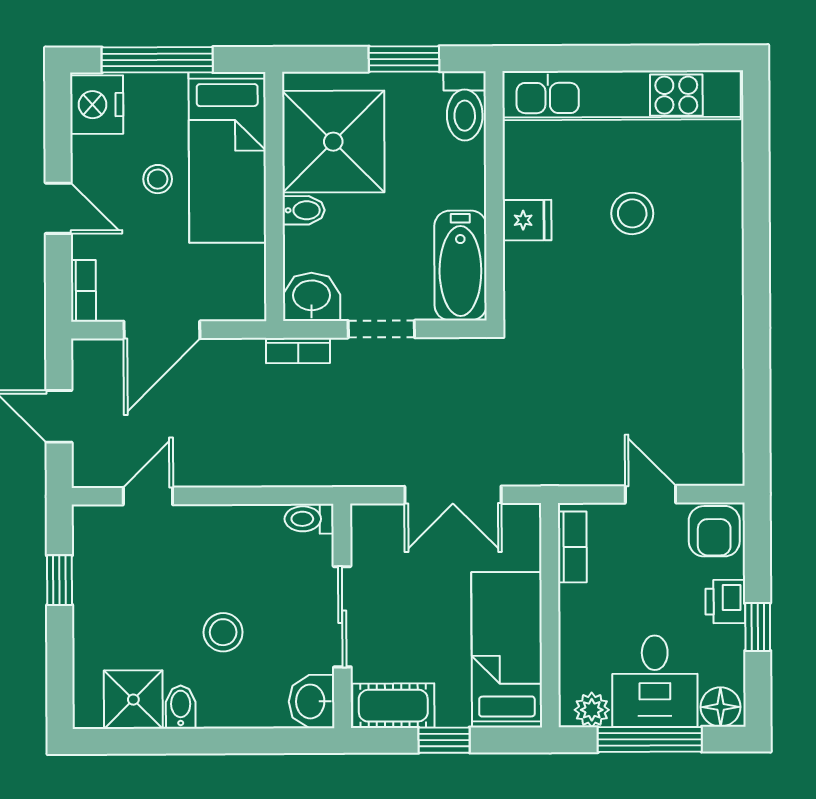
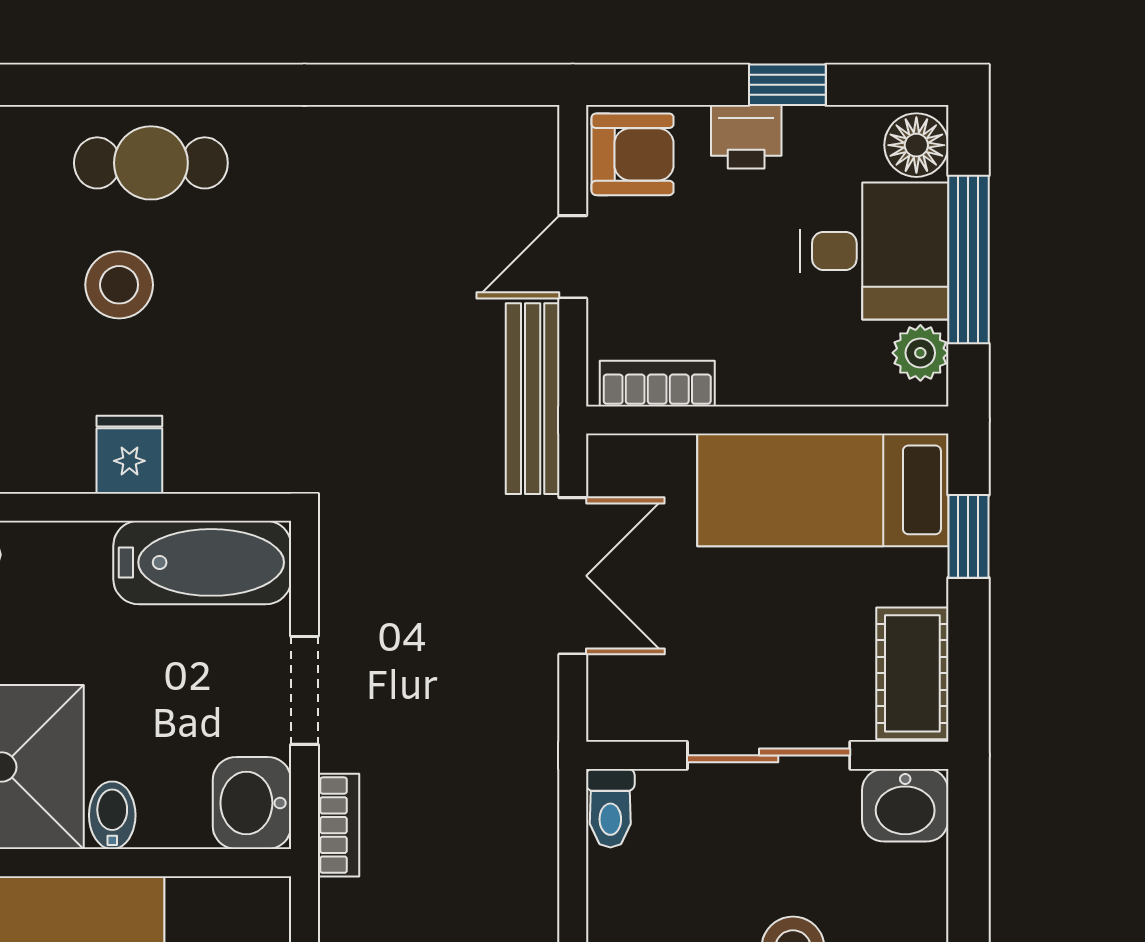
cafe table: (708, 233) -> (151, 163), added
bench: (563, 470) -> (533, 399), added
window: (444, 740) -> (968, 536), moved

